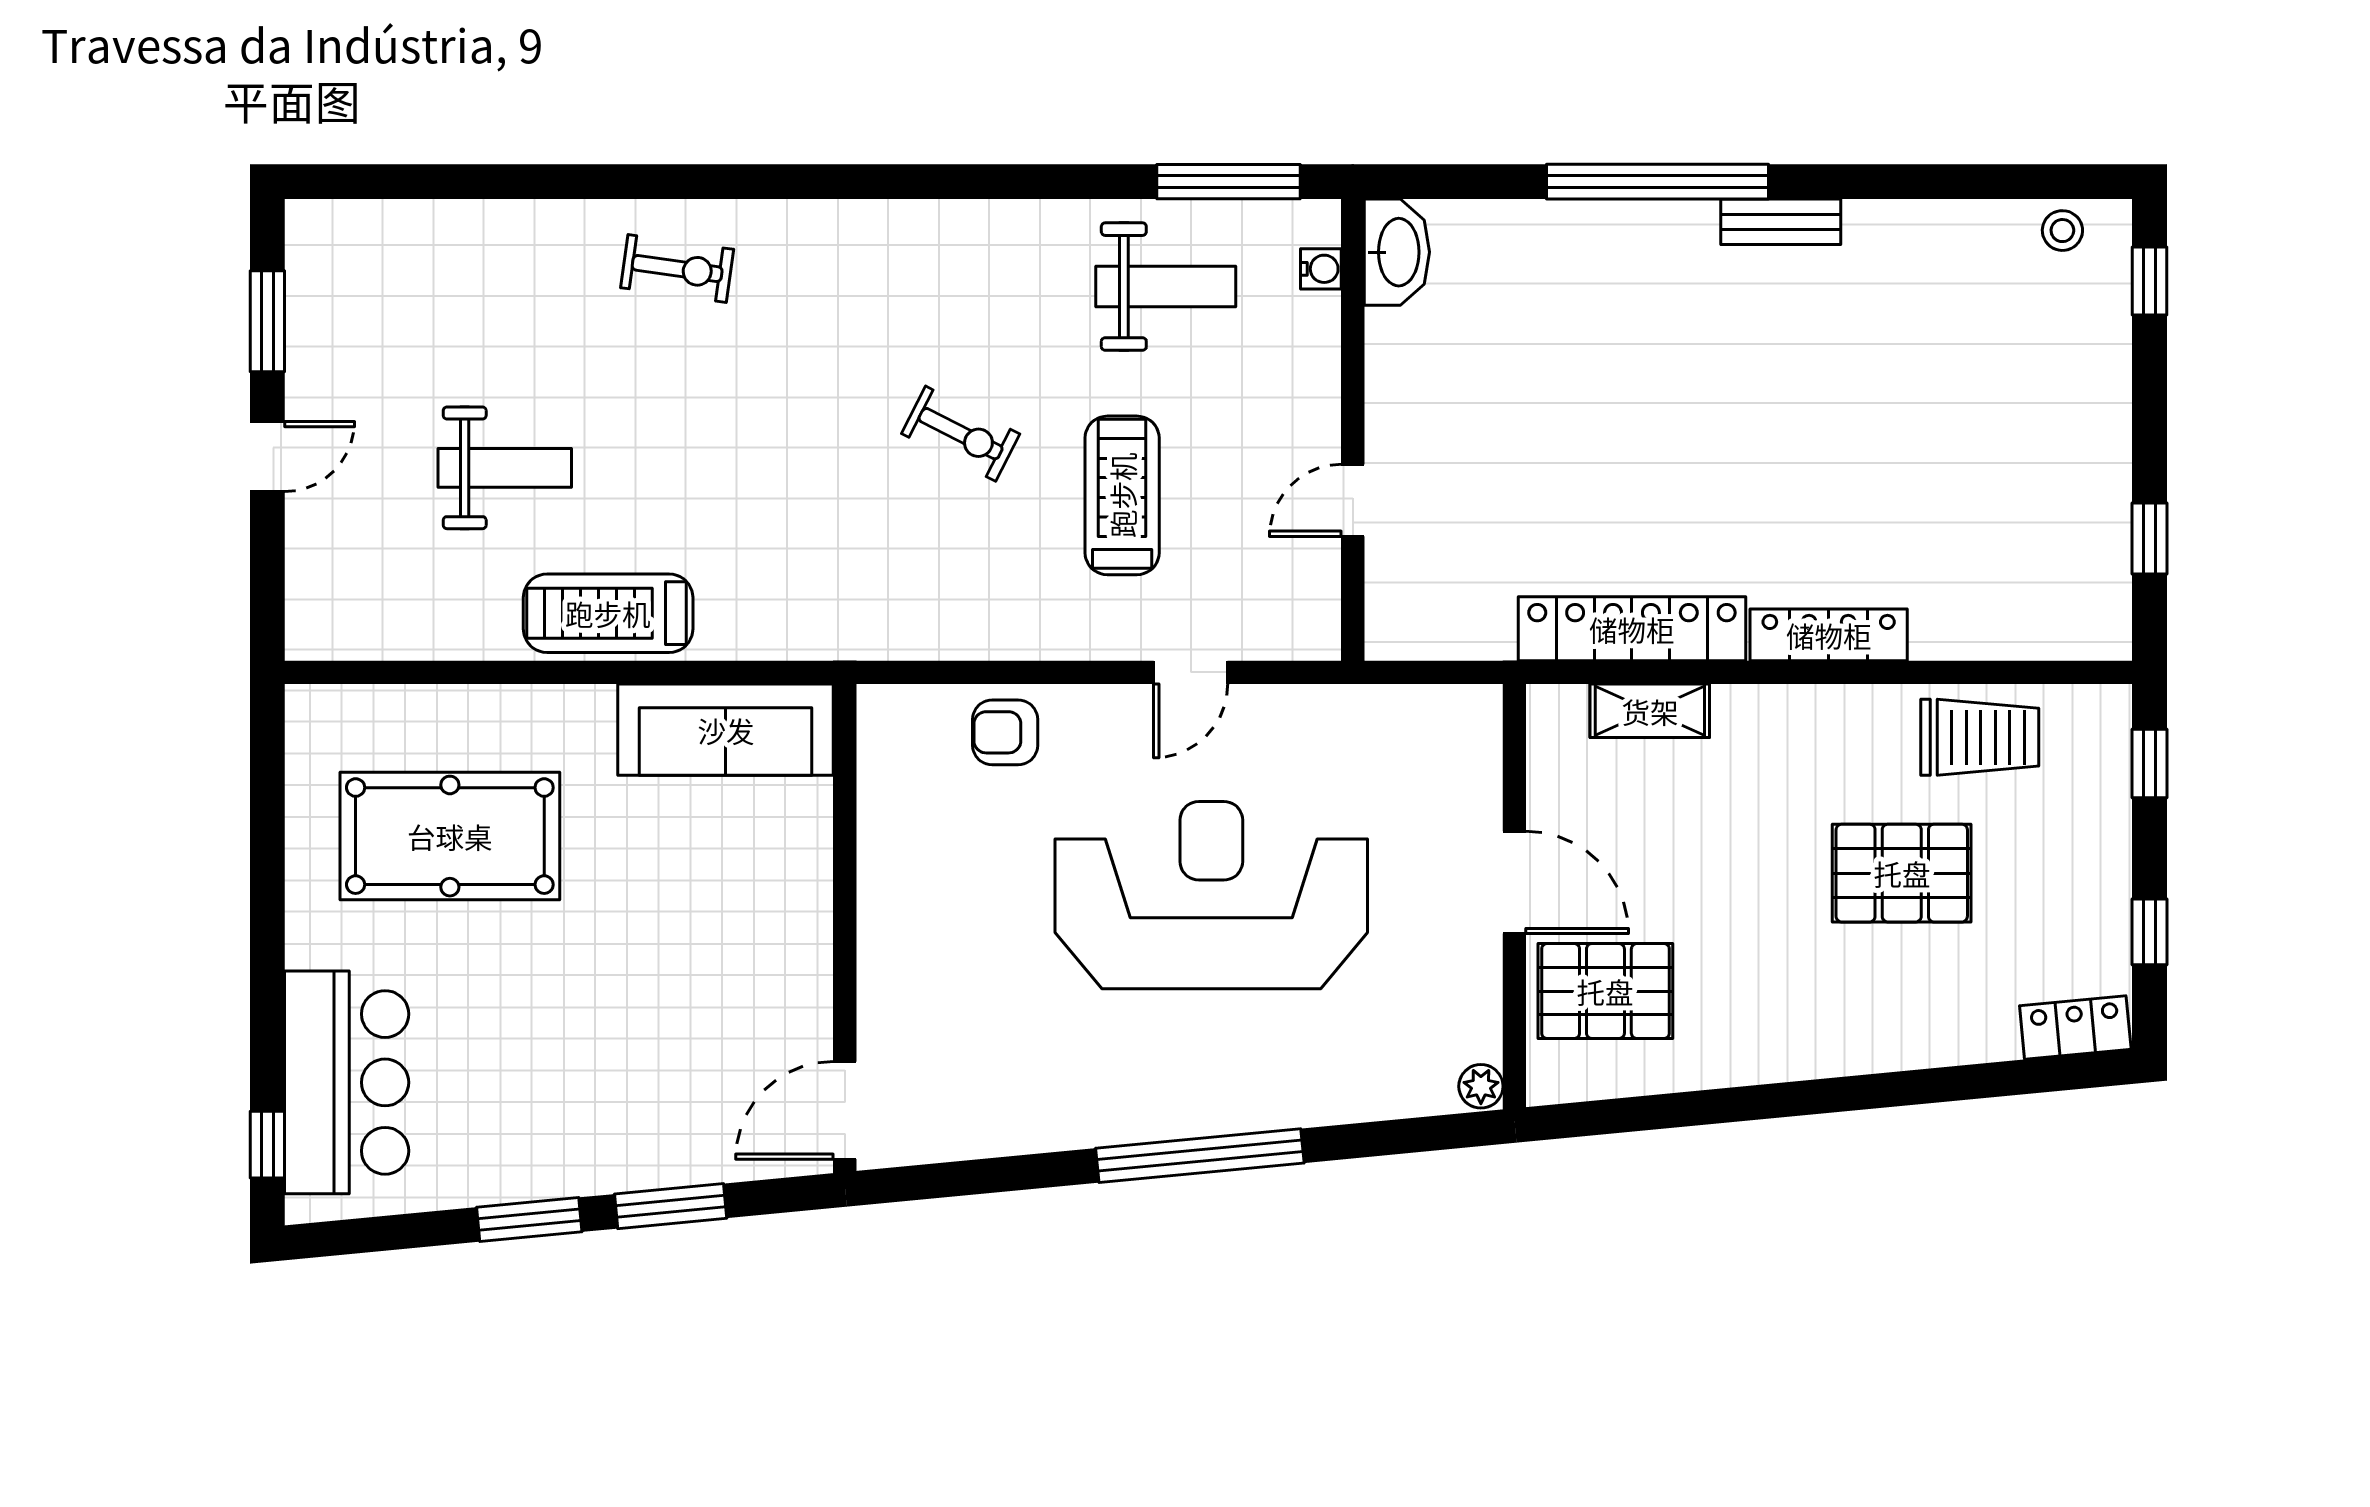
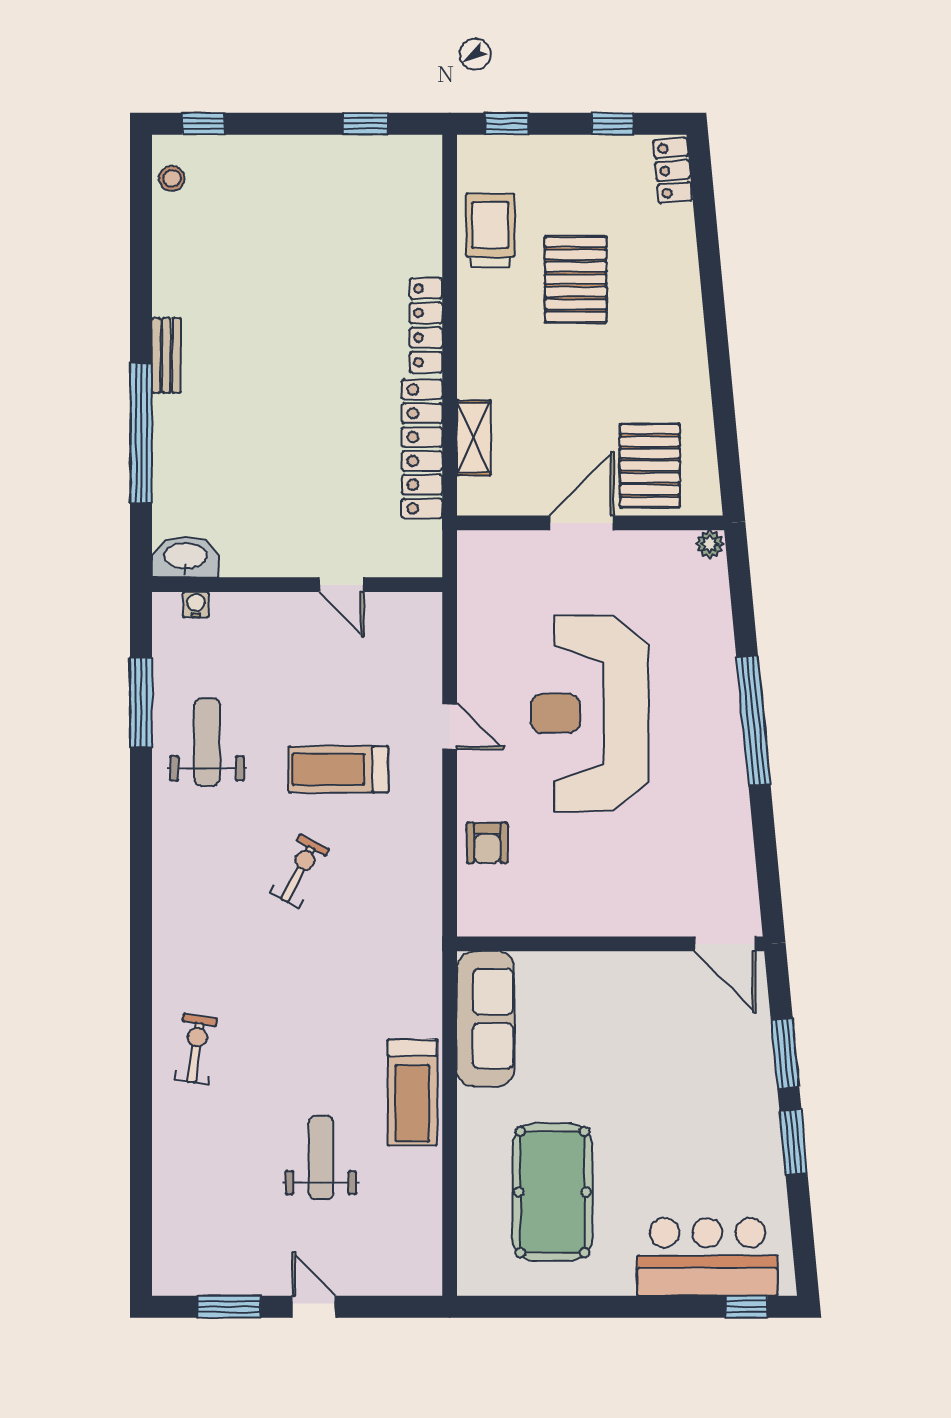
washbasin: (1397, 252) -> (185, 557), moved
water cooler: (1321, 269) -> (196, 605), moved
wall: (1353, 430) -> (297, 585), moved
door: (1353, 500) -> (341, 585), moved

